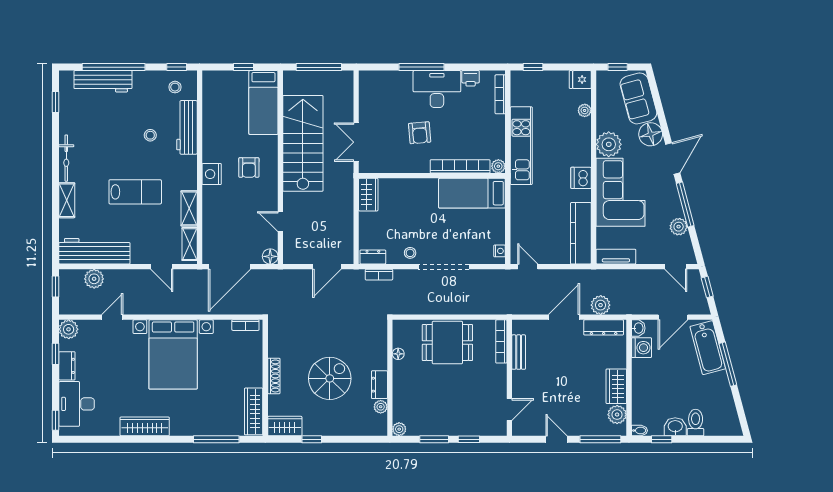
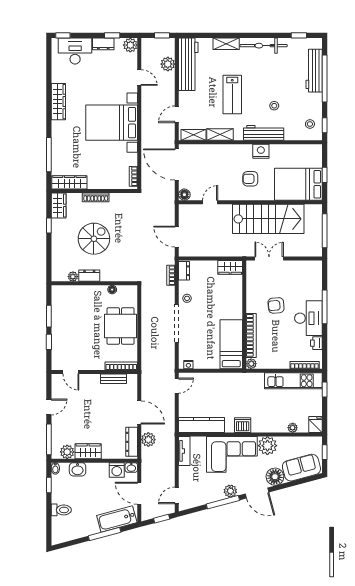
bed: (263, 103) -> (298, 184), width x1.50
workbench: (187, 127) -> (264, 133), moved
kitchen unit: (521, 146) -> (293, 381), moved
bicycle: (66, 158) -> (264, 46), width x1.37, depth x1.40
nightstand: (212, 174) -> (261, 151), moved
plant: (679, 227) -> (230, 491), moved
spiral stairs: (330, 378) -> (94, 239), turned -90
washbasin: (675, 427) -> (78, 469), moved, turned 90
plant: (399, 429) -> (56, 290), removed

